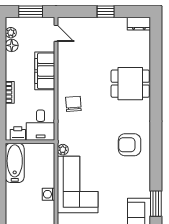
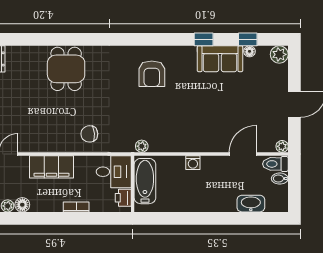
armchair: (130, 145) -> (152, 74), moved
bathtub: (15, 163) -> (145, 181), moved, turned 90
corner sofa: (78, 185) -> (182, 129), removed
window: (156, 204) -> (204, 39), width x0.67

